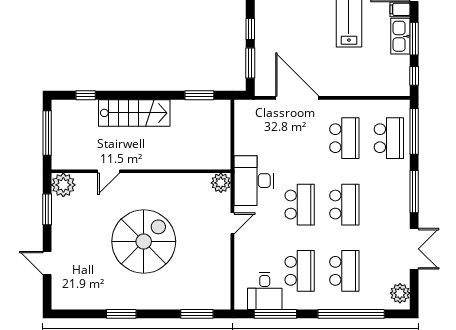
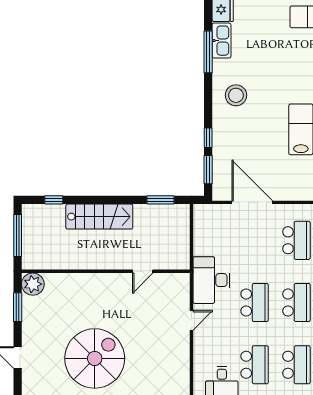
door: (109, 171) -> (143, 271), moved
plant: (221, 183) -> (181, 282), removed
spiral stairs: (144, 241) -> (95, 358), moved

